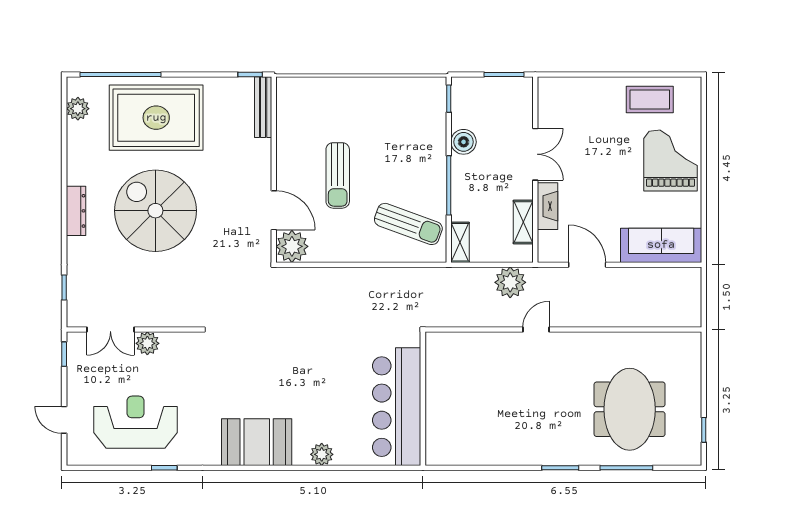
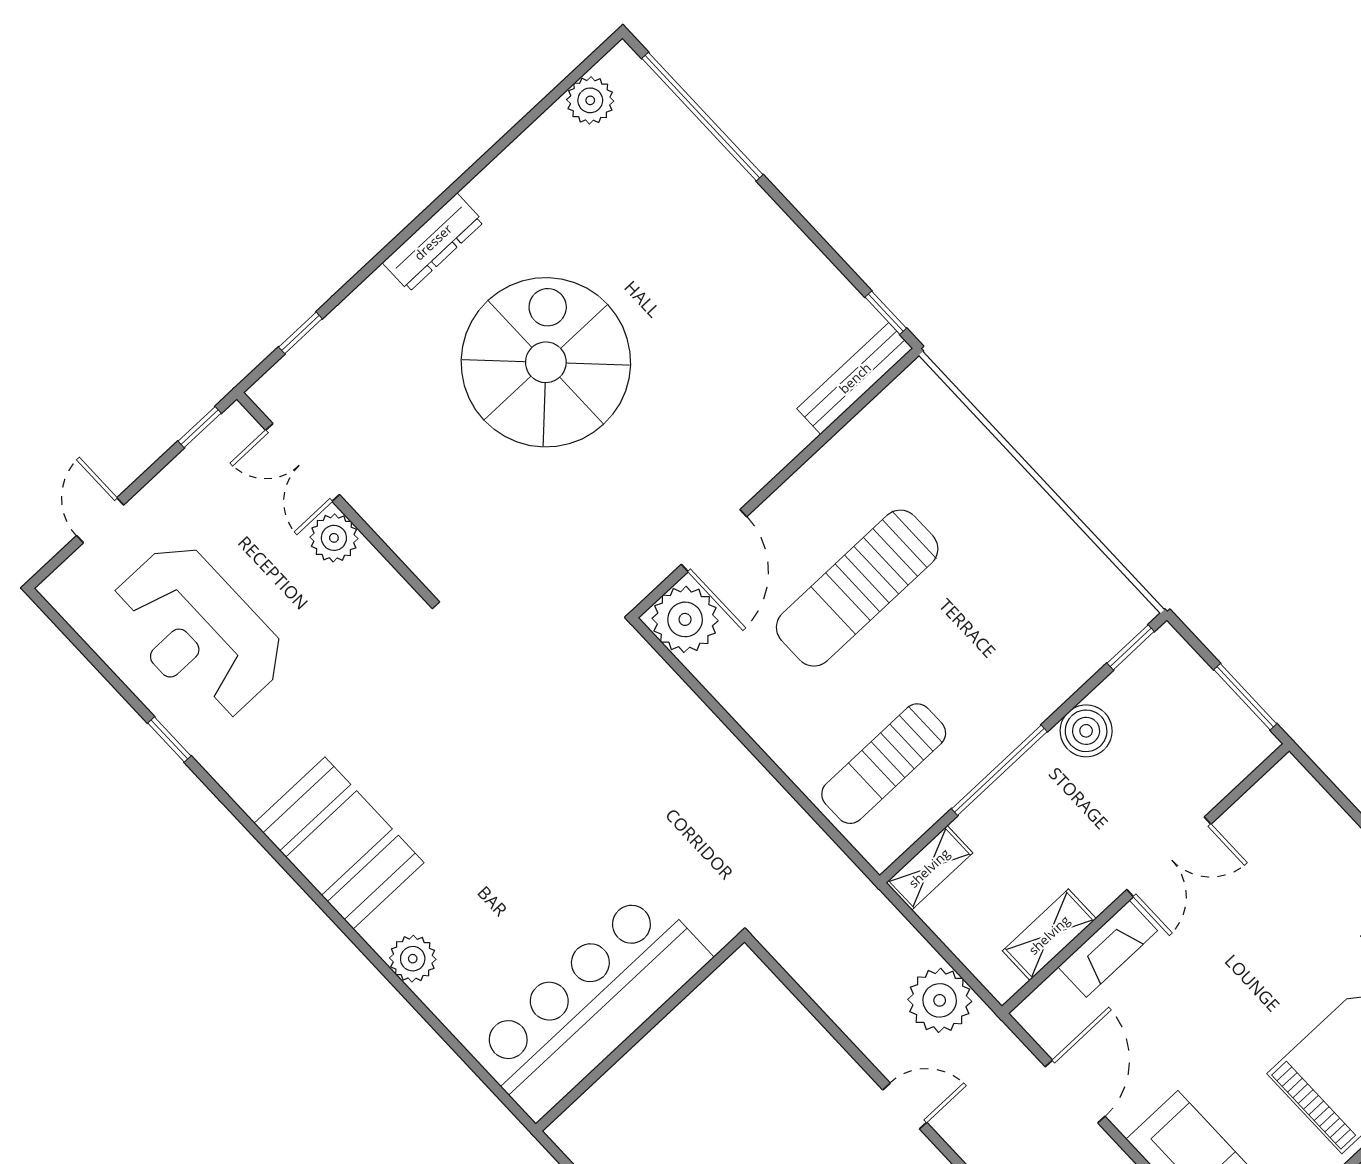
rug: (156, 118) -> (688, 232), removed
sun lounger: (338, 175) -> (857, 588), width x1.36, depth x1.34
sun lounger: (408, 224) -> (884, 764), turned 70
reception desk: (135, 422) -> (198, 631), turned 180

